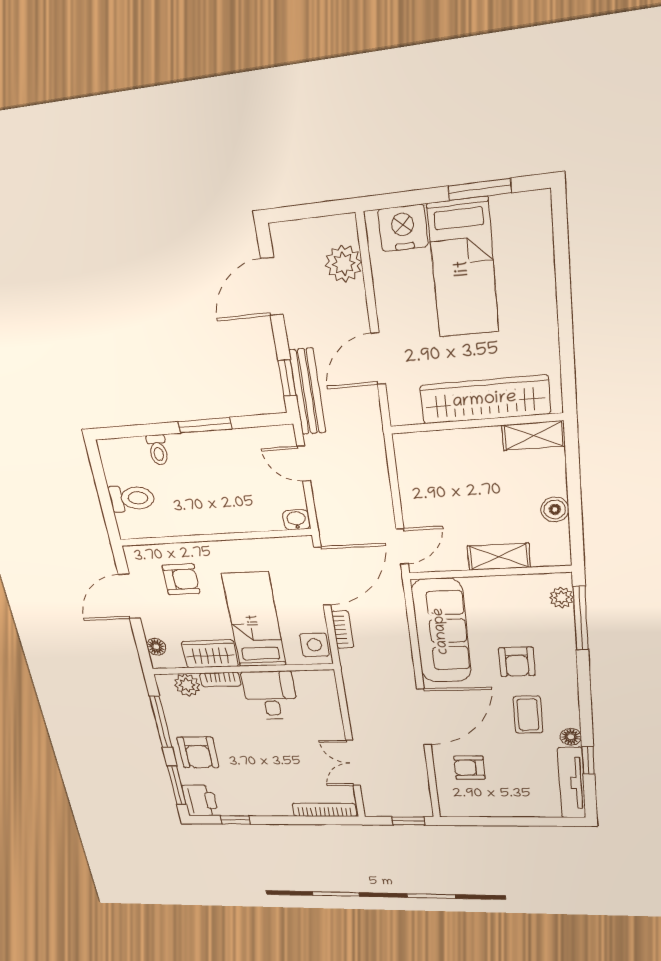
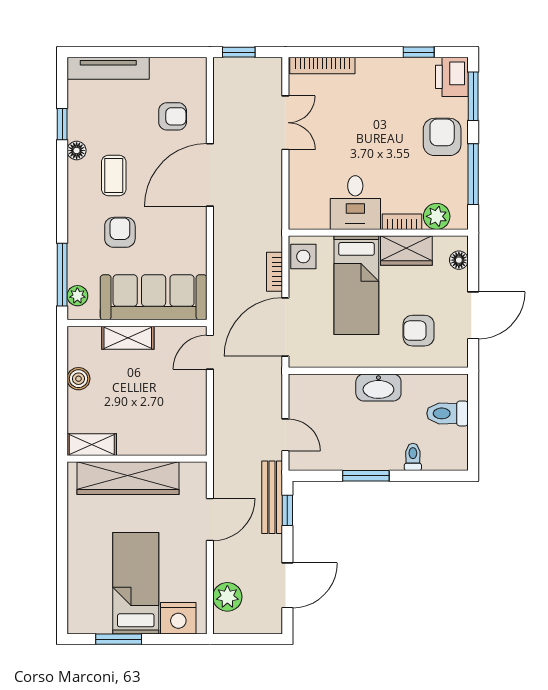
washbasin: (296, 520) -> (378, 387), moved, width x1.91, depth x1.45
sofa: (441, 631) -> (154, 297), moved, turned 90
tv unit: (572, 783) -> (108, 68), moved, turned 90

